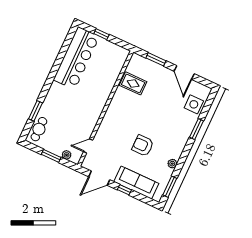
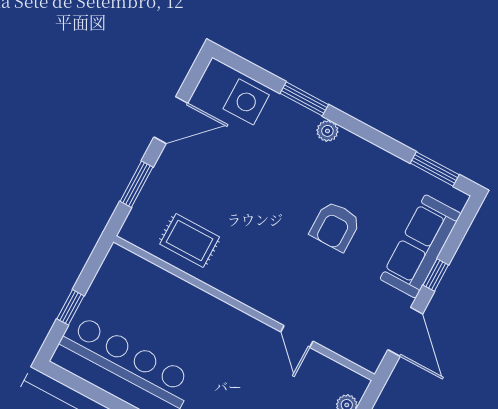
rug: (133, 83) -> (190, 241), turned 90
door: (88, 146) -> (297, 336), moved
plant: (172, 164) -> (327, 131), moved

